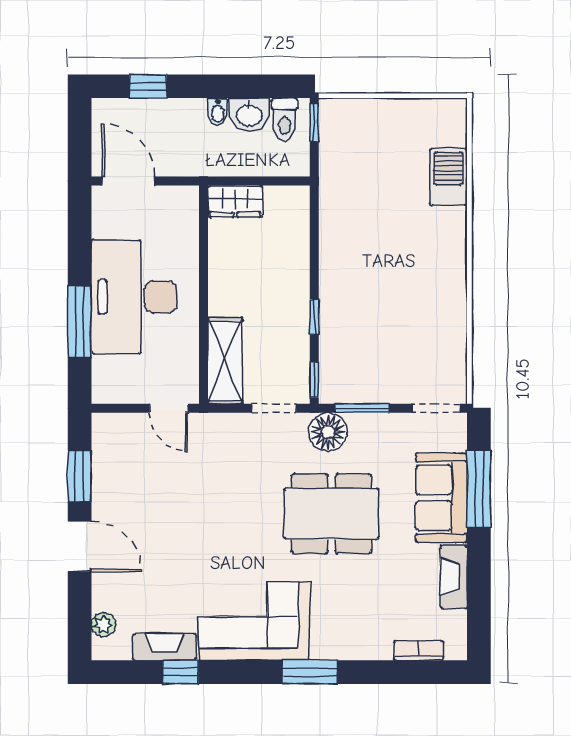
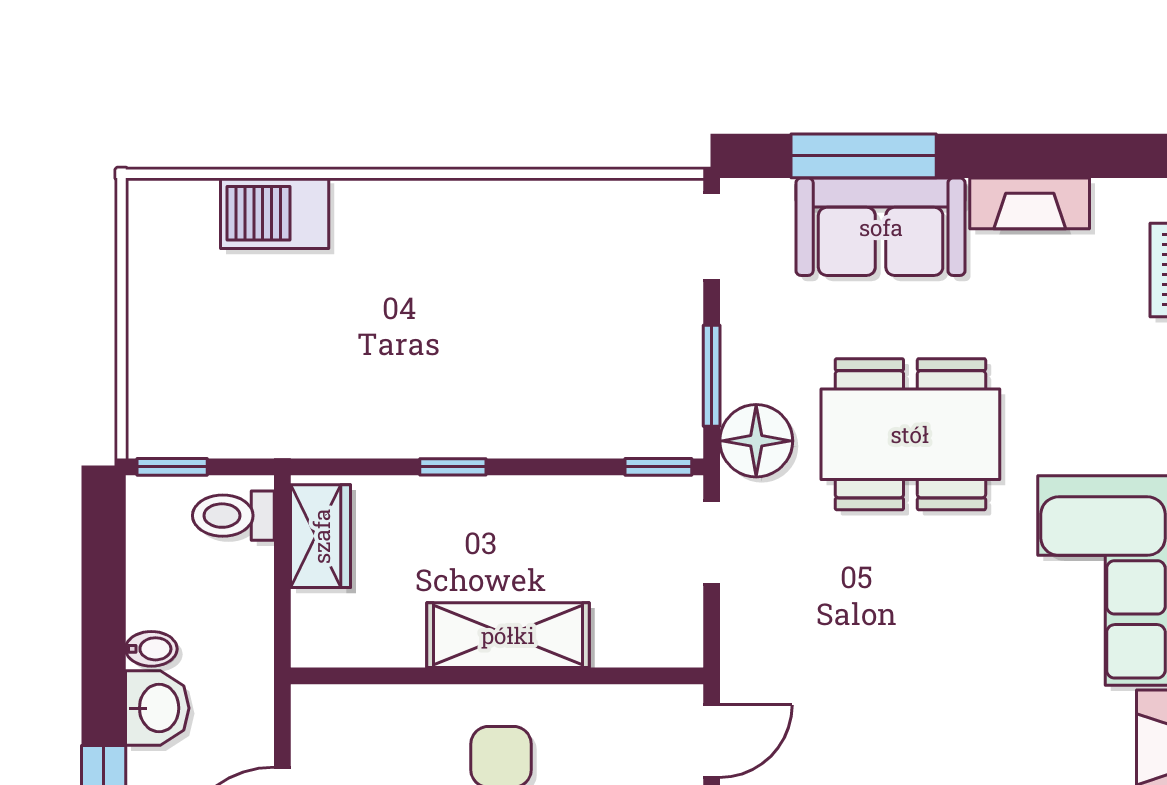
washbasin: (249, 115) -> (157, 708), moved
toilet: (284, 120) -> (233, 516), moved, turned 180
wardrobe: (235, 201) -> (321, 536), moved
window: (314, 317) -> (453, 467), moved
shelving: (225, 361) -> (508, 635), moved
dining table: (331, 514) -> (910, 434), turned 90

